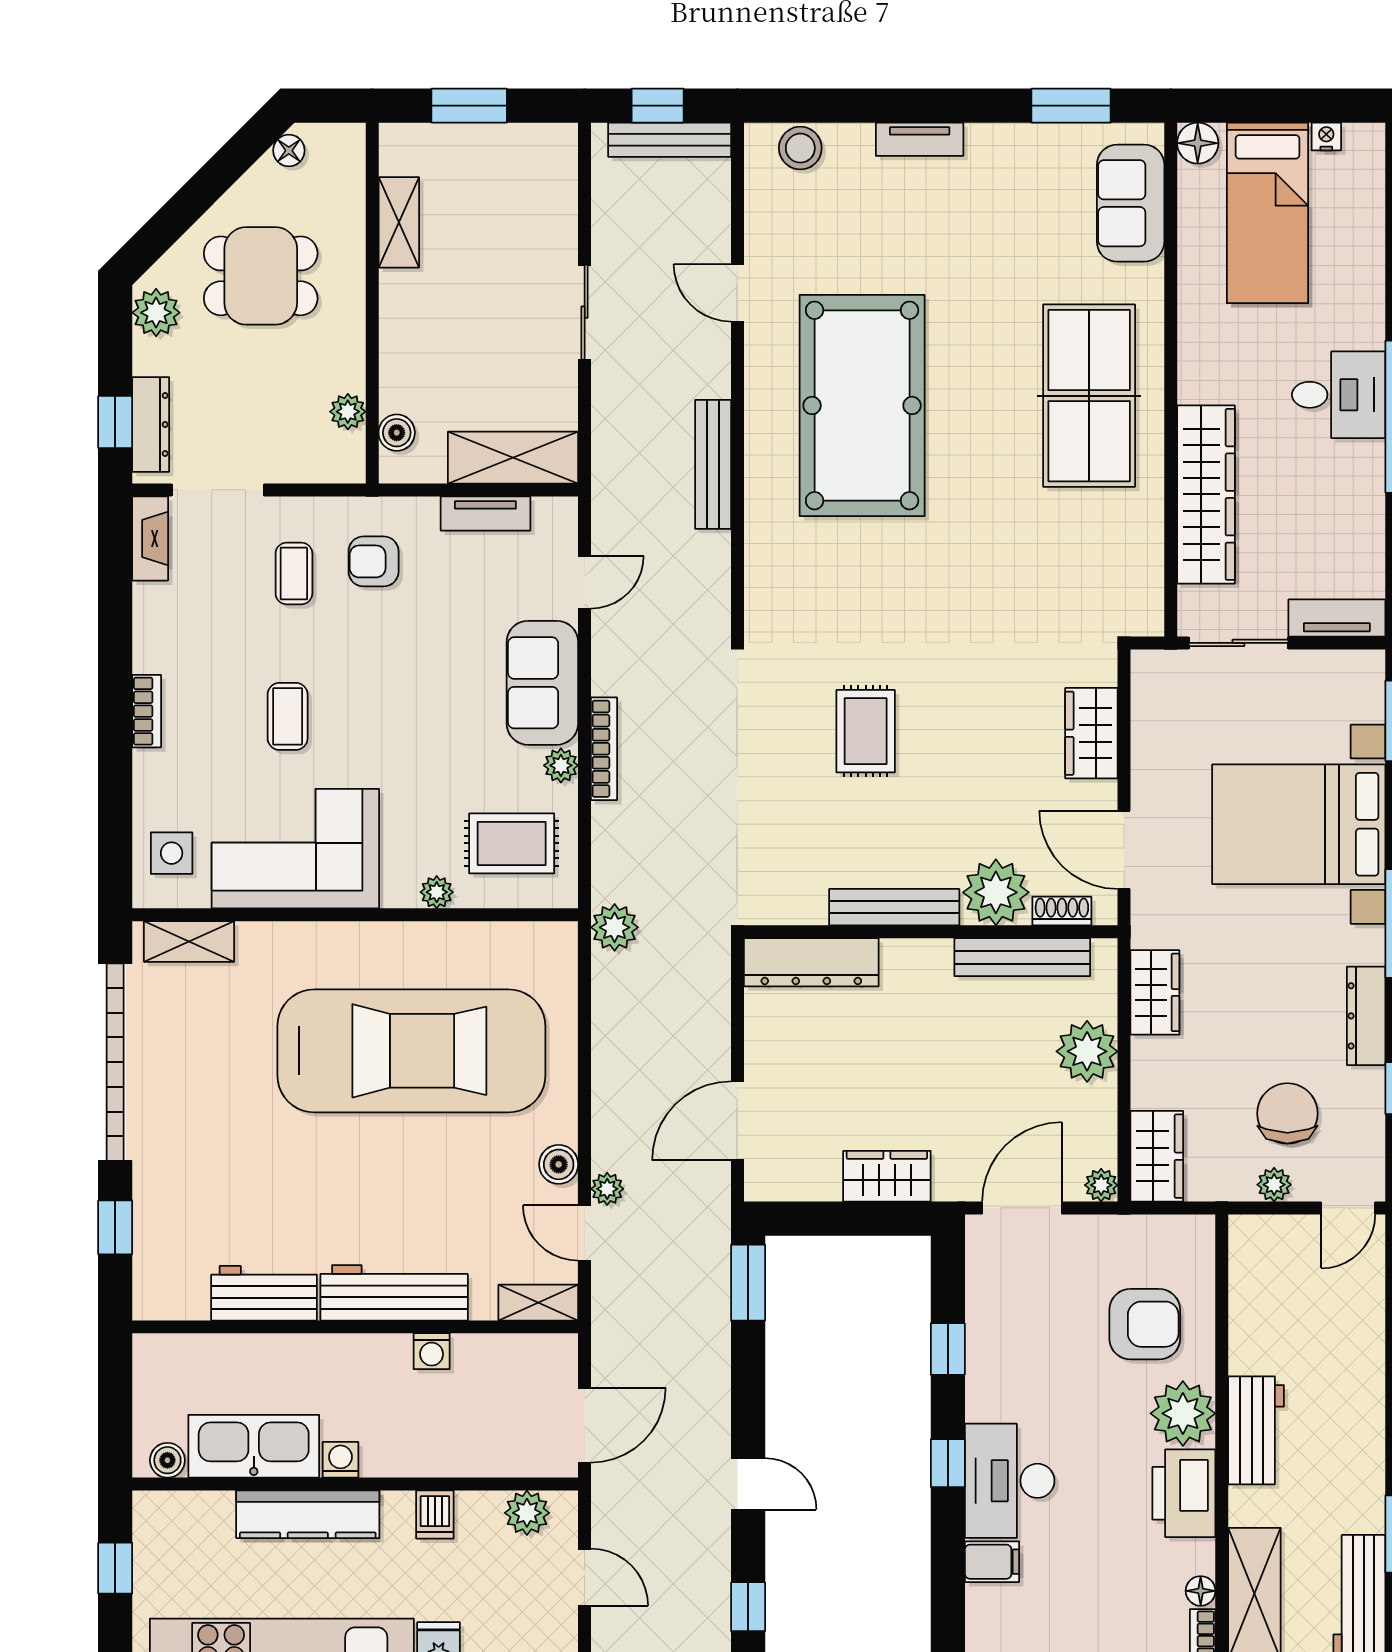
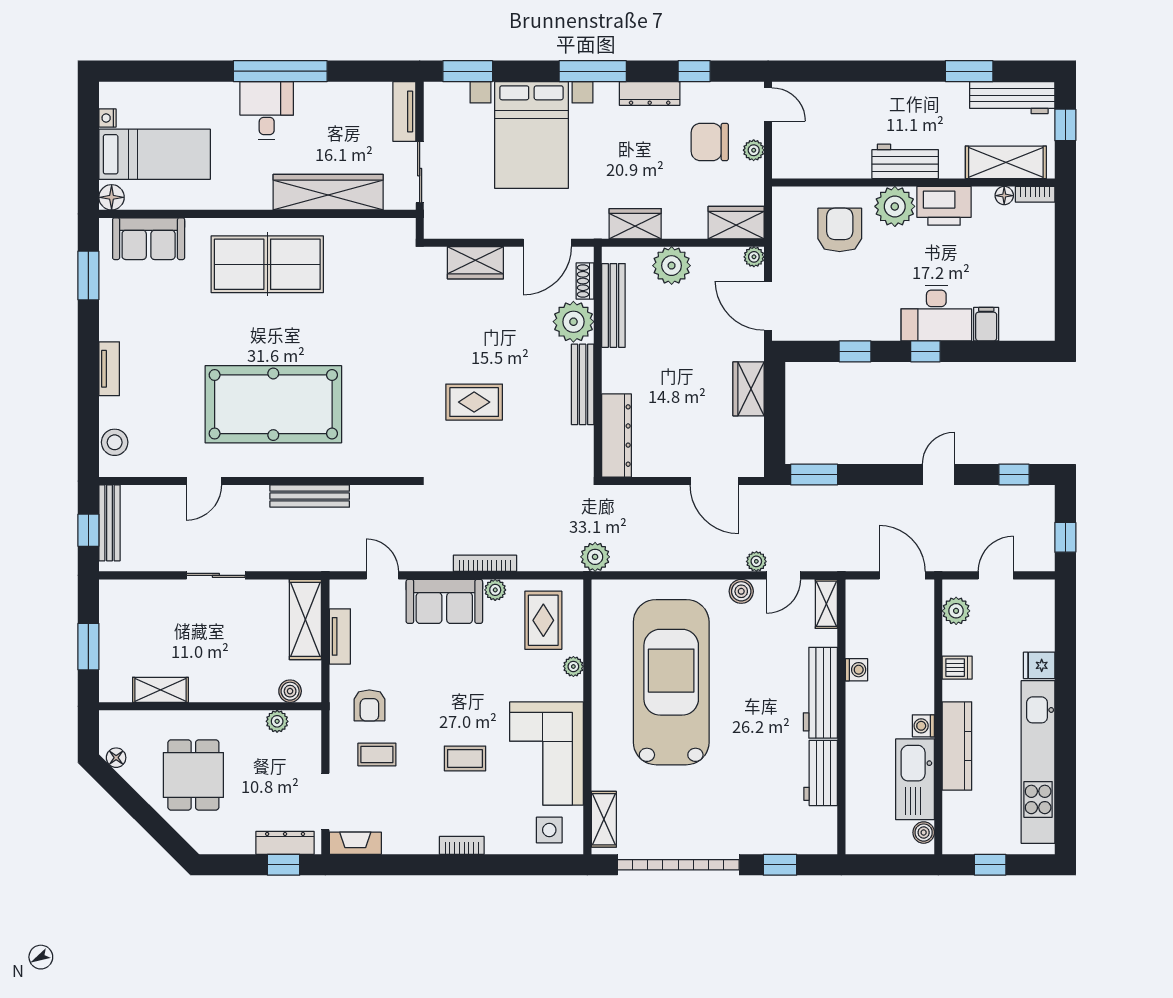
plant: (156, 313) -> (216, 840), removed

